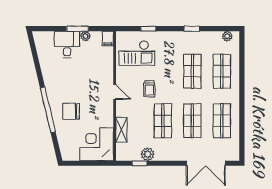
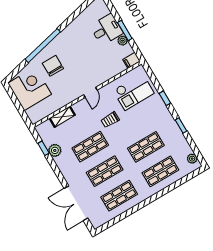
window: (148, 29) -> (165, 98), moved
checkout: (137, 53) -> (134, 92), turned -90
corner desk: (97, 144) -> (30, 89), moved

